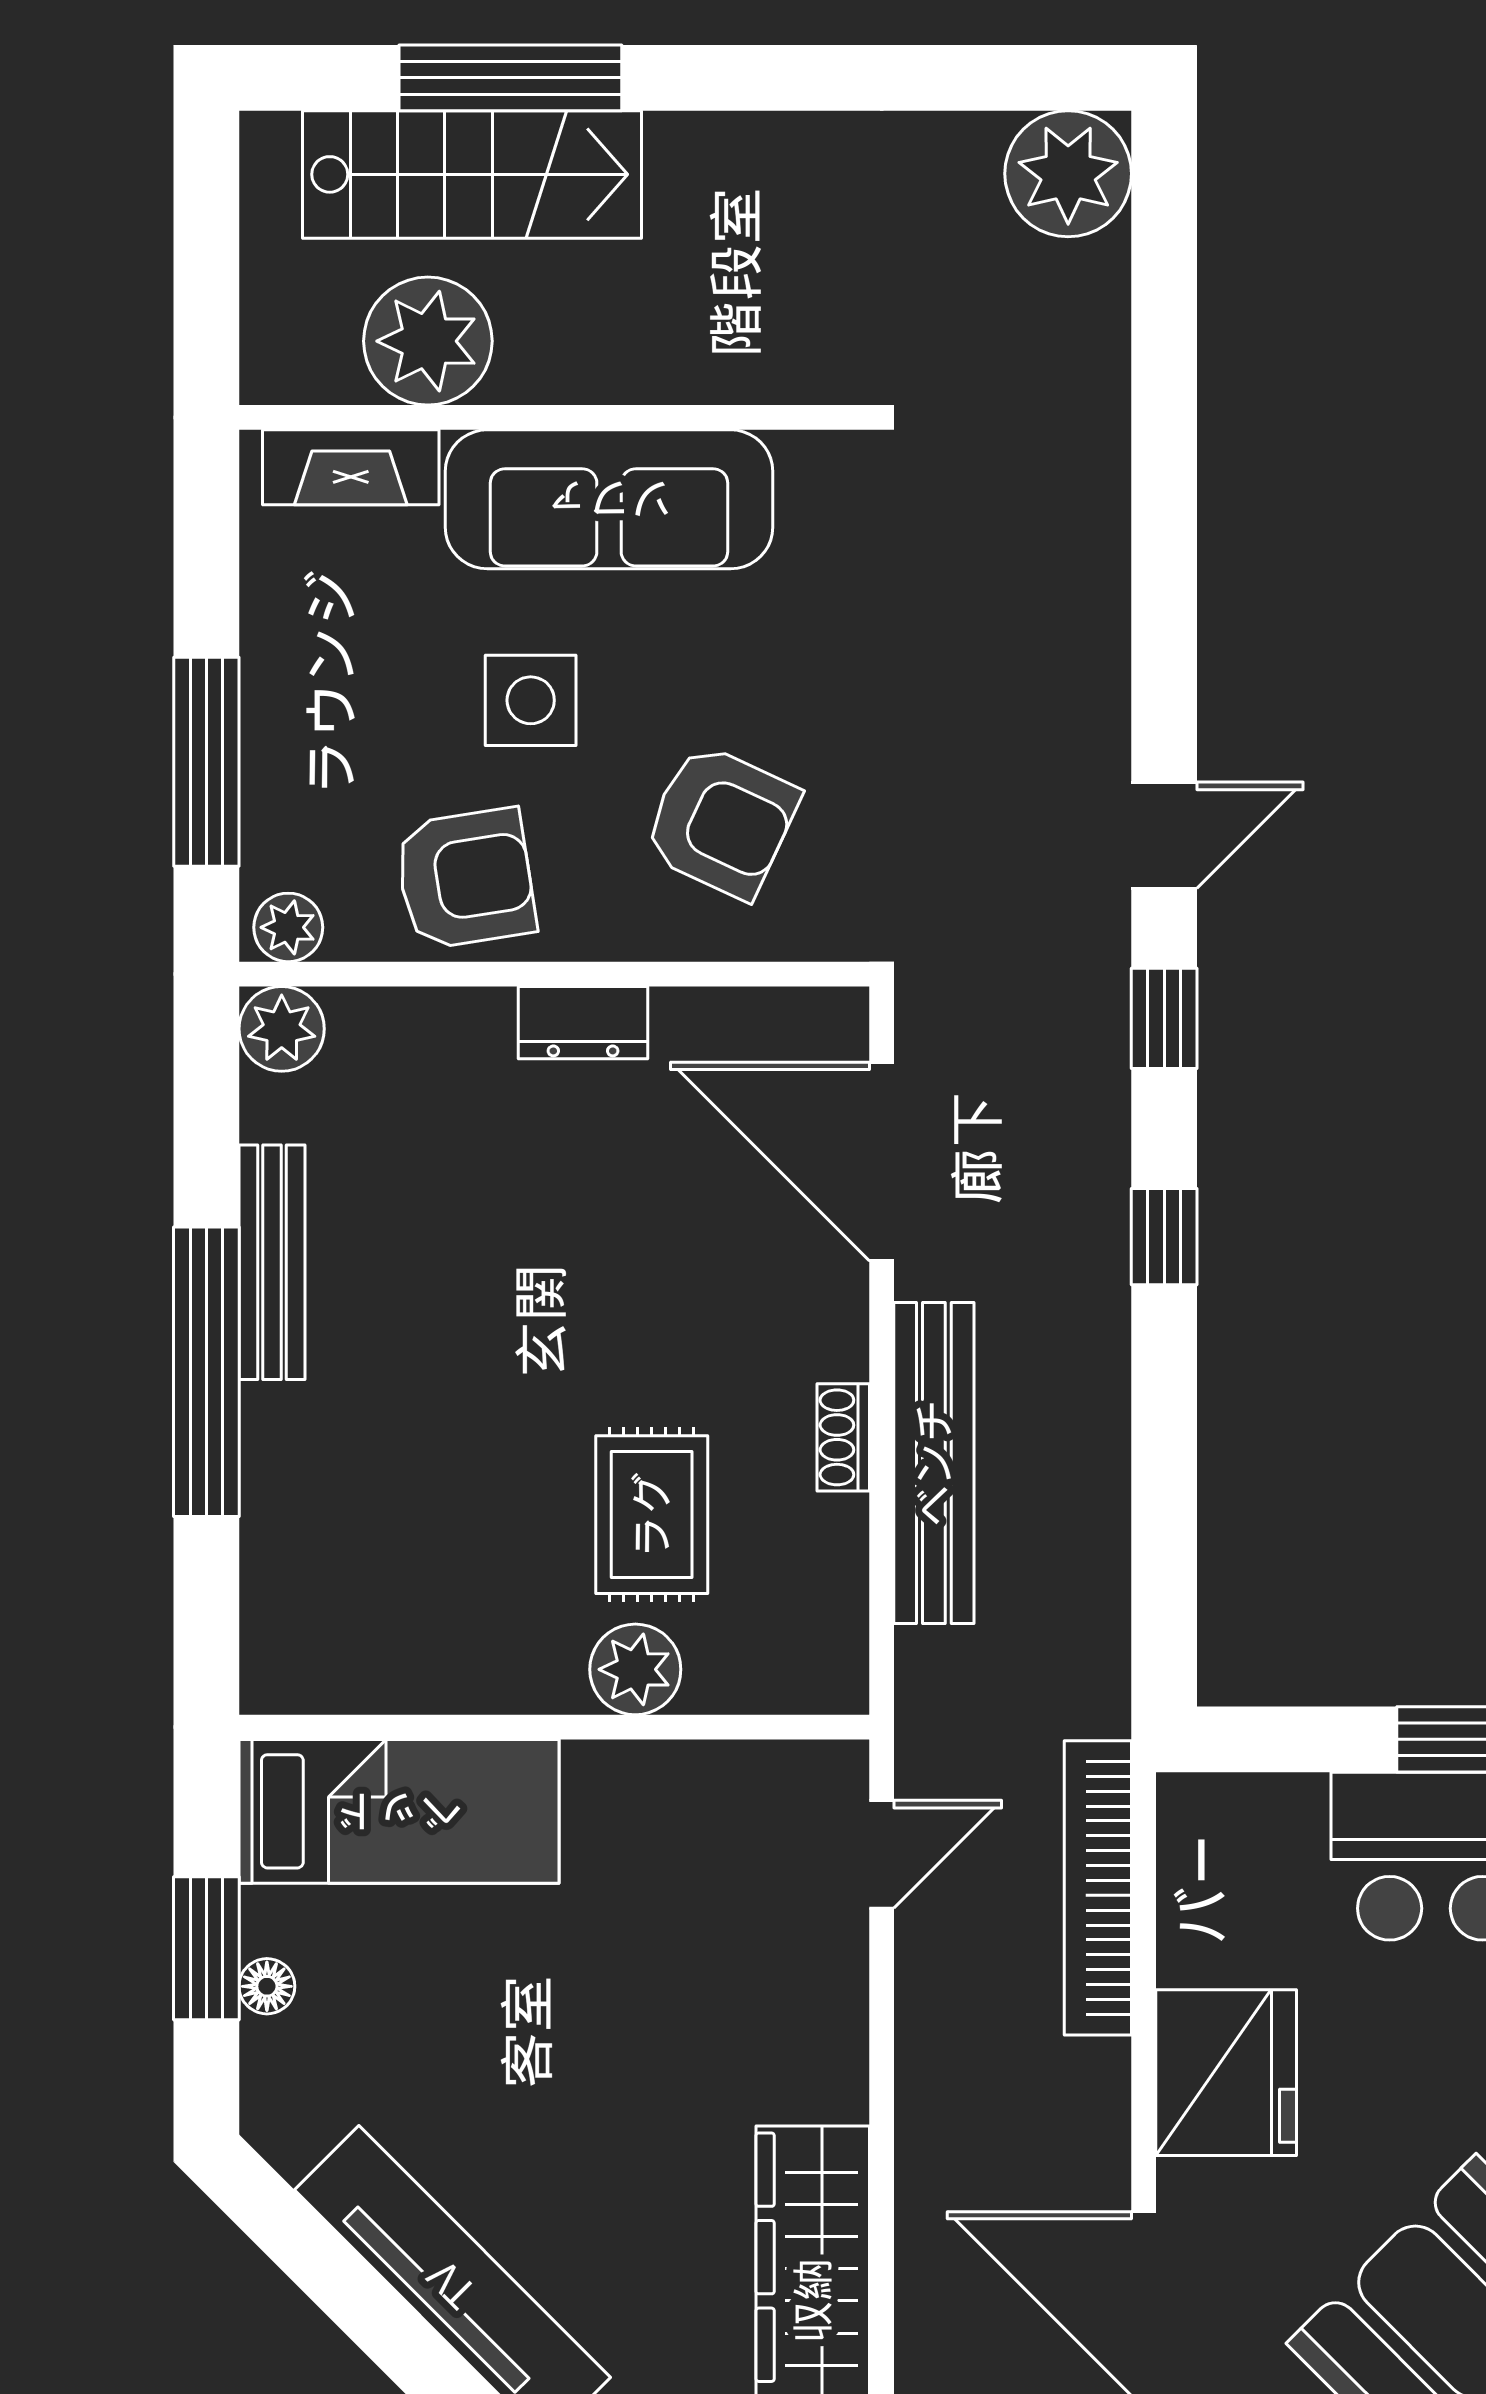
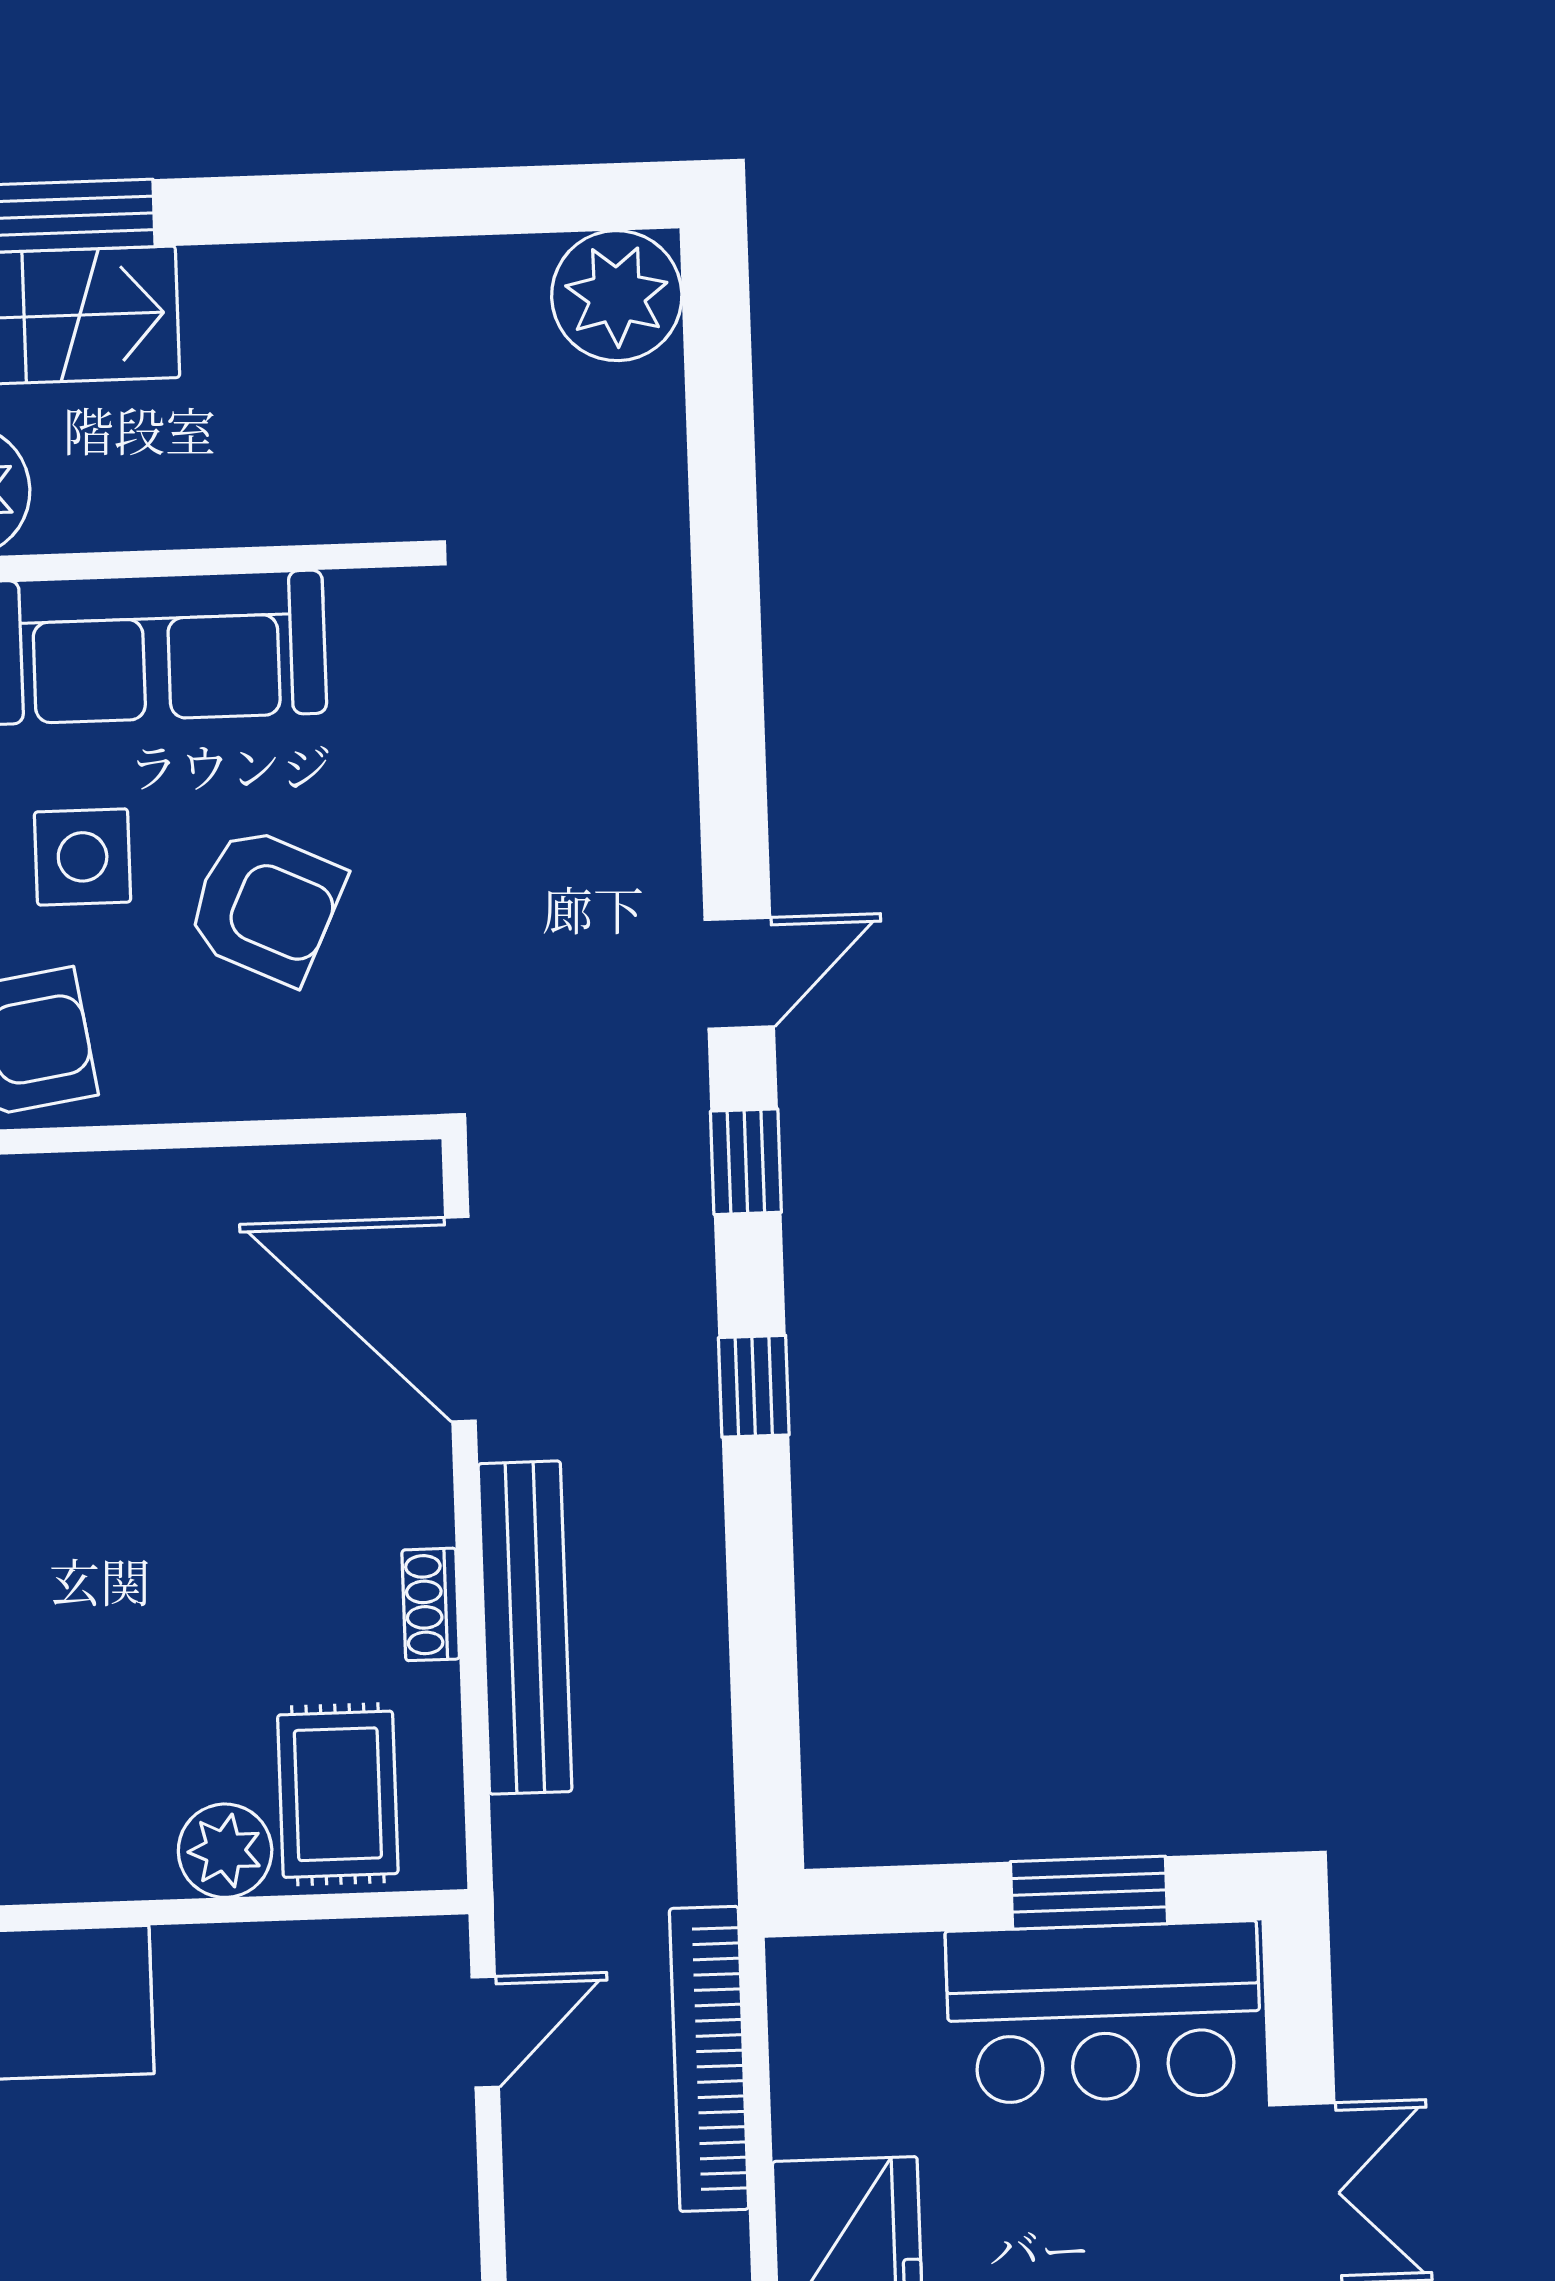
armchair: (721, 821) -> (265, 905), moved
dresser: (583, 1023) -> (148, 1187), removed
rug: (652, 1515) -> (338, 1794), moved

